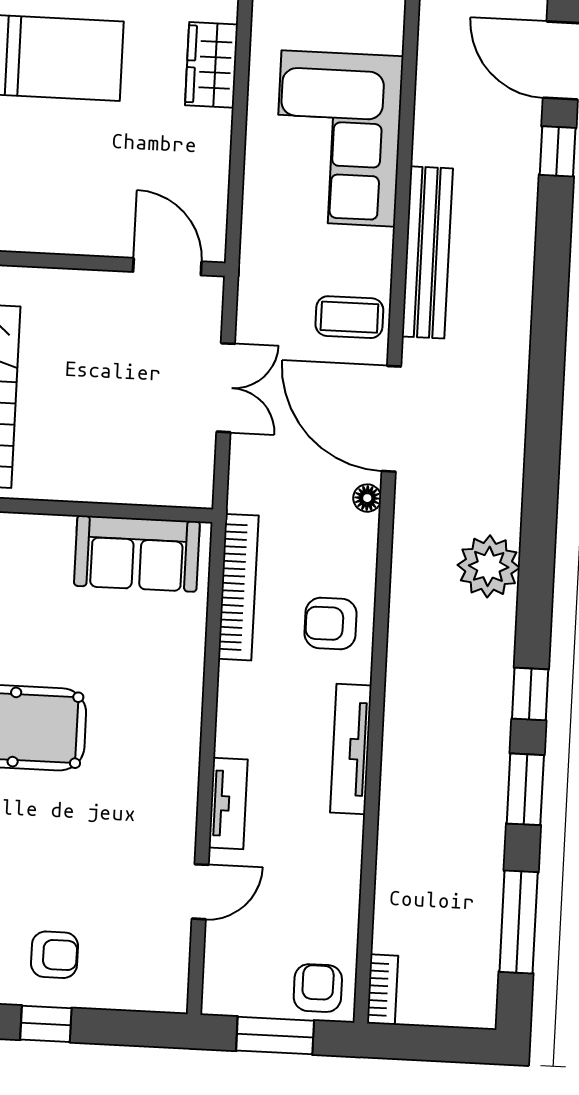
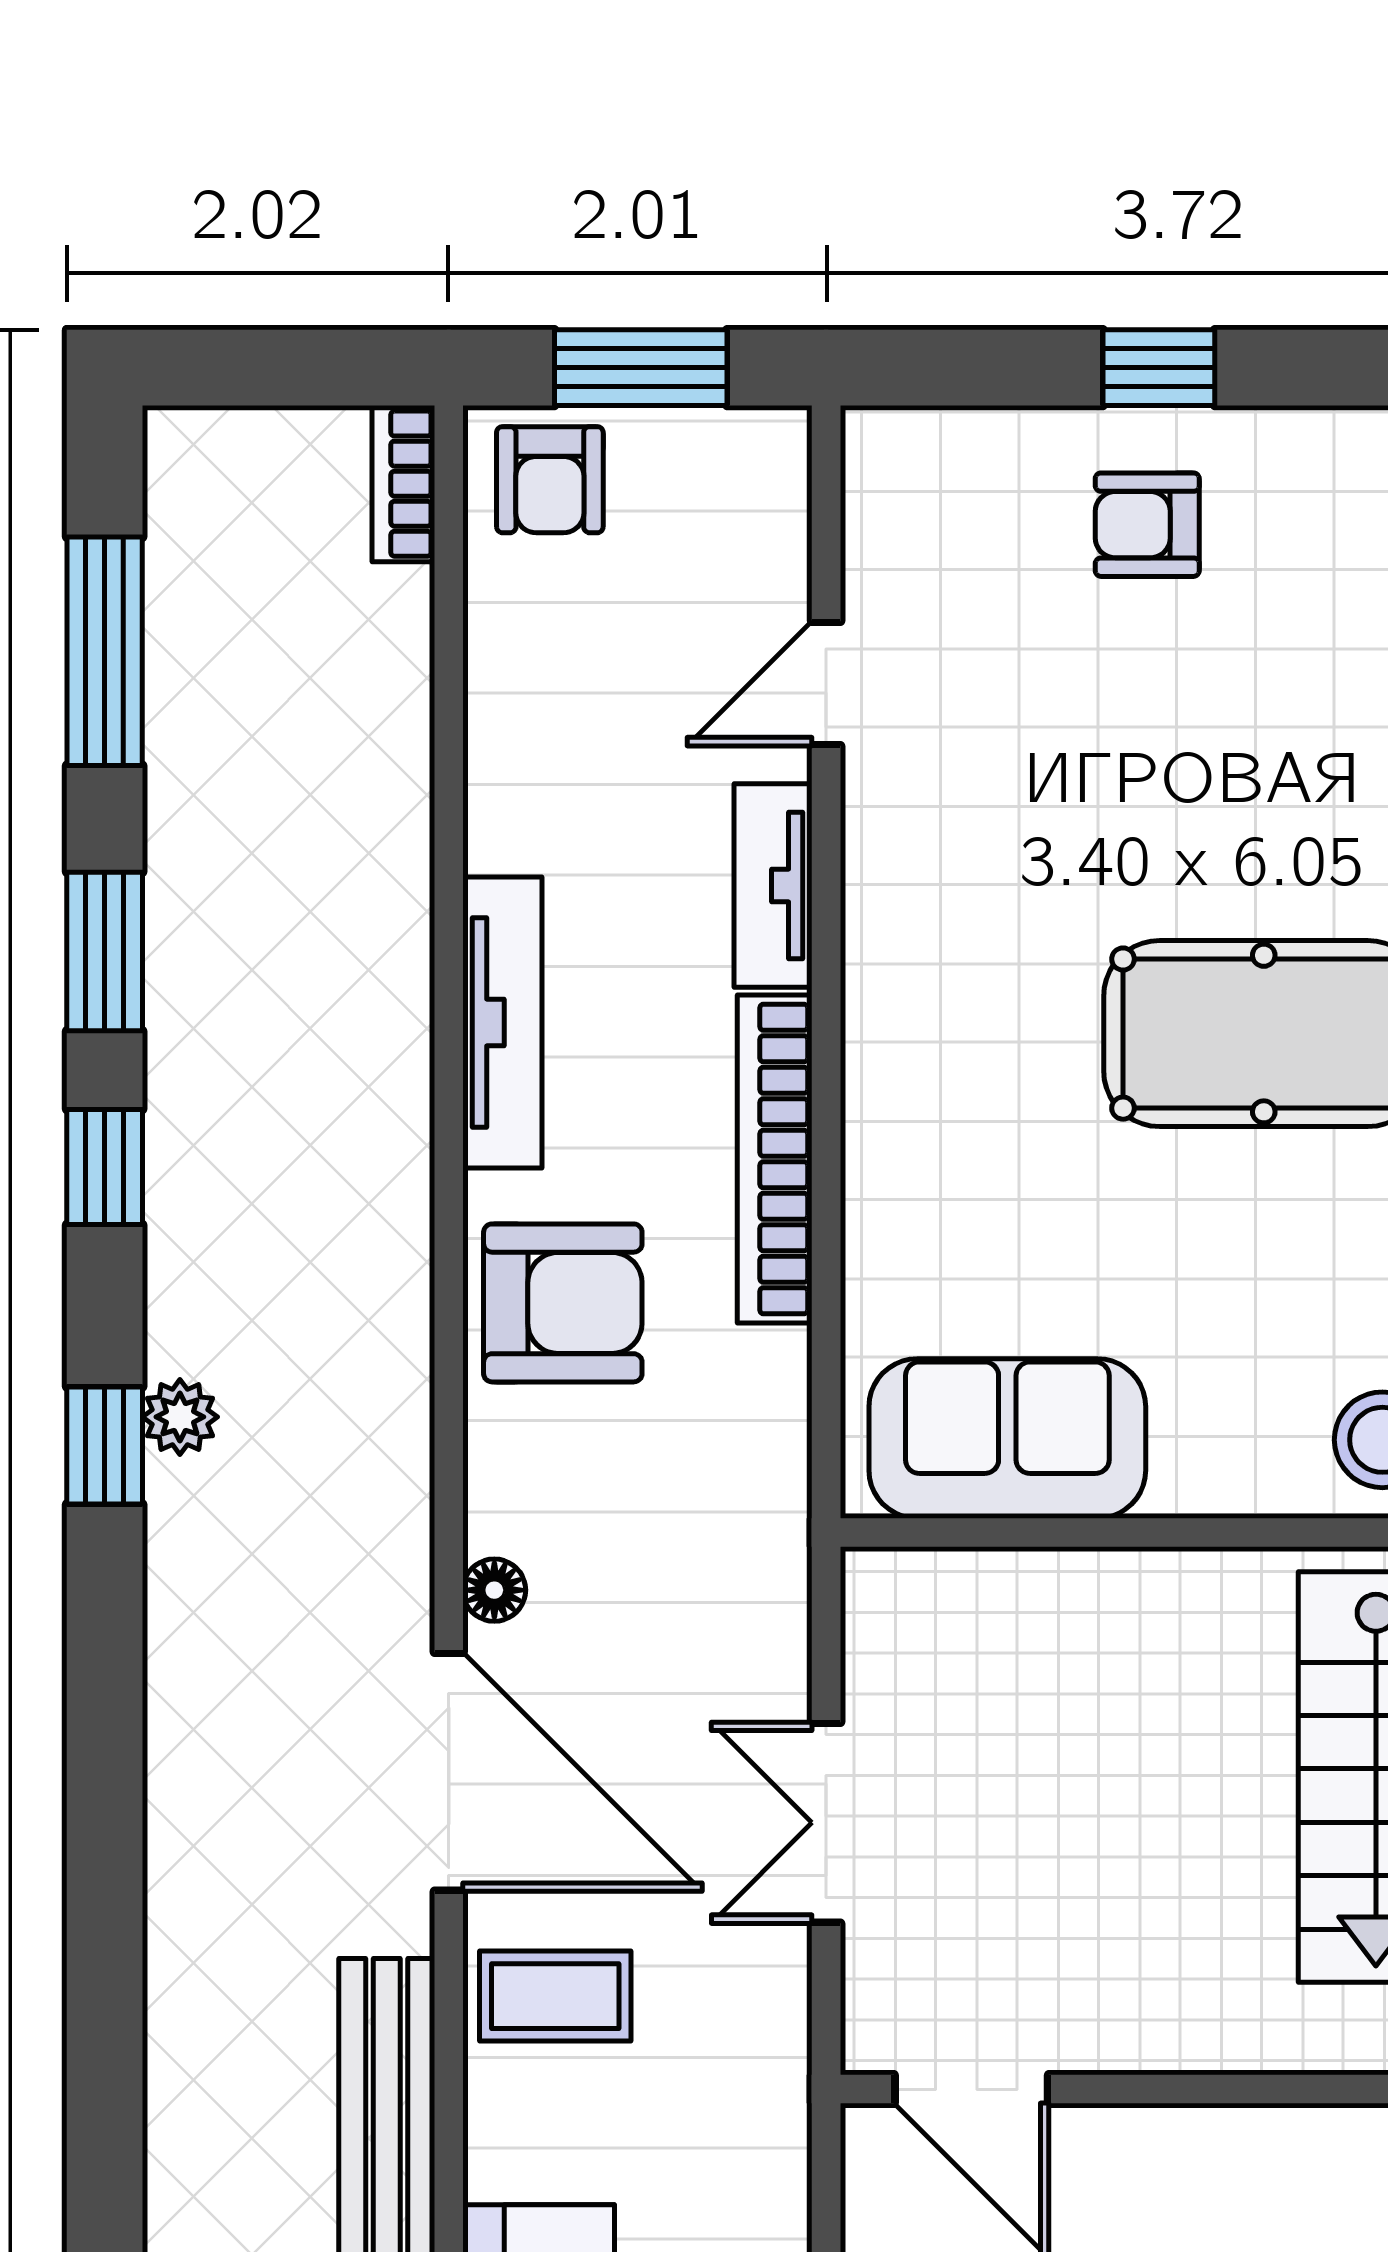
plant: (489, 566) -> (180, 1417), width x0.53, depth x0.53
window: (536, 571) -> (105, 1445), added
bookcase: (238, 587) -> (775, 1159), moved
armchair: (330, 624) -> (563, 1303), width x1.38, depth x1.38

